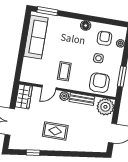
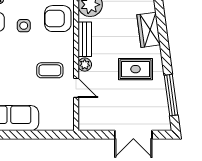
wardrobe: (24, 96) -> (149, 30), moved, turned -98
rug: (55, 131) -> (135, 69), turned 90
window: (33, 153) -> (171, 95), width x2.17

